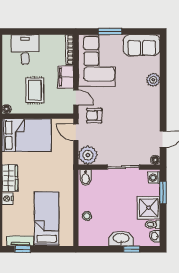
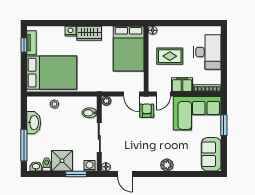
desk: (25, 49) -> (207, 52), width x1.37
plant: (153, 80) -> (167, 165), moved
door: (76, 132) -> (131, 94), swing flipped
plant: (88, 155) -> (106, 101), width x0.53, depth x0.53
bidet: (86, 178) -> (90, 113), moved
bed: (47, 219) -> (52, 73), width x1.50
washbasin: (121, 239) -> (34, 123), moved
window: (132, 249) -> (24, 145), width x2.17

